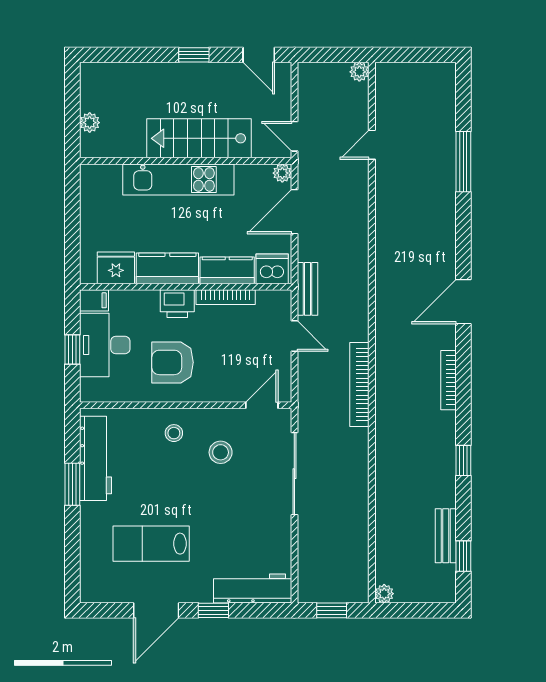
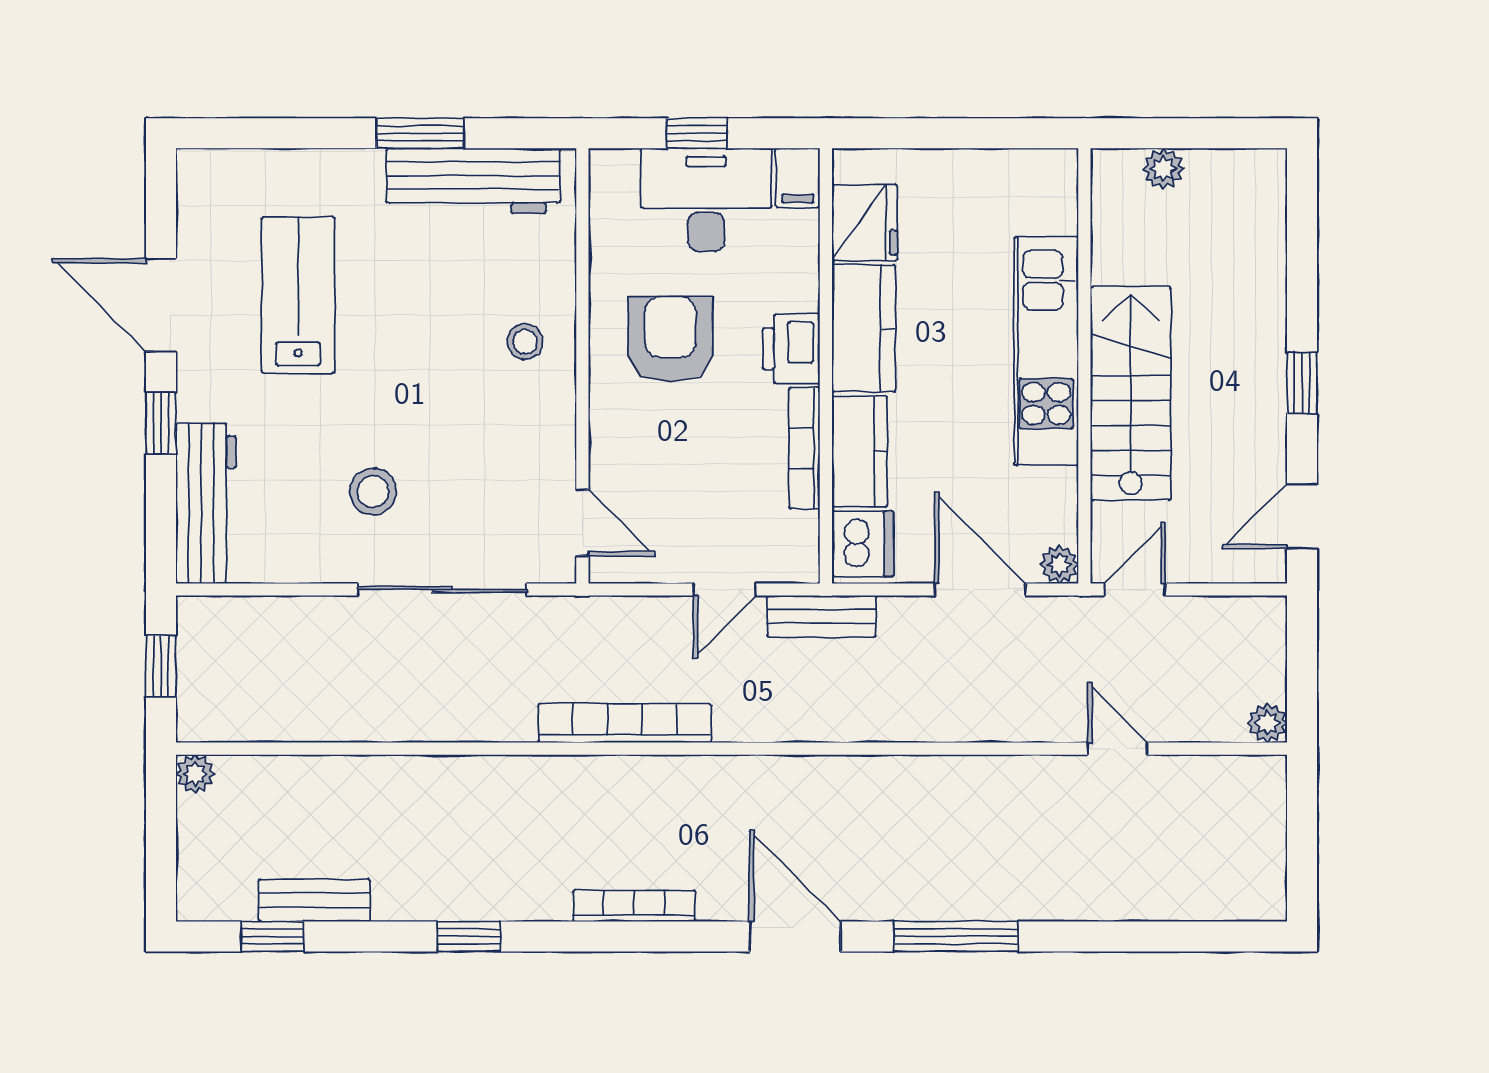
window: (463, 162) -> (956, 936), moved
stool: (221, 452) -> (373, 492), moved

